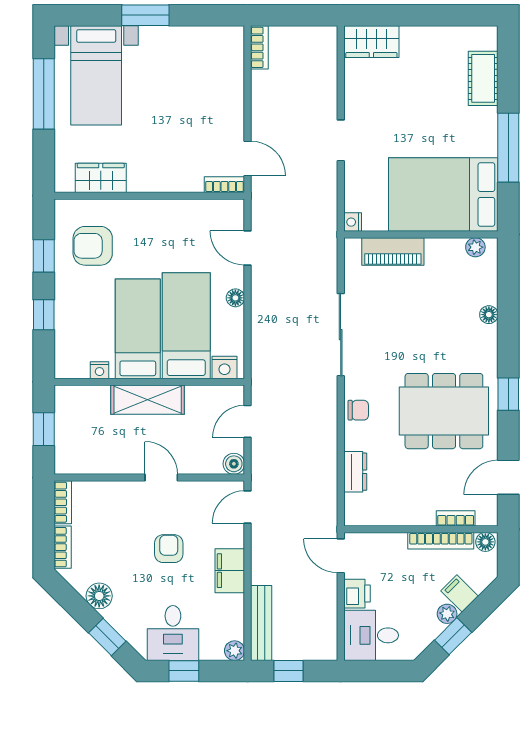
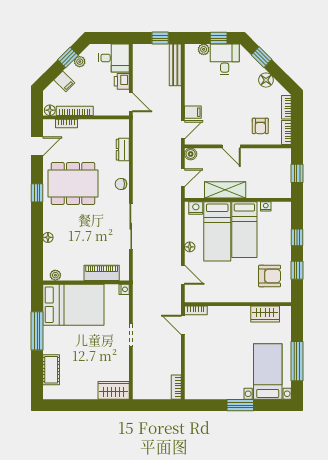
shelving: (148, 400) -> (225, 190), moved
armchair: (169, 549) -> (260, 126), moved
filing cabinet: (230, 571) -> (193, 112), moved, width x0.50
plant: (447, 614) -> (80, 62), moved
plant: (235, 651) -> (204, 49), moved

